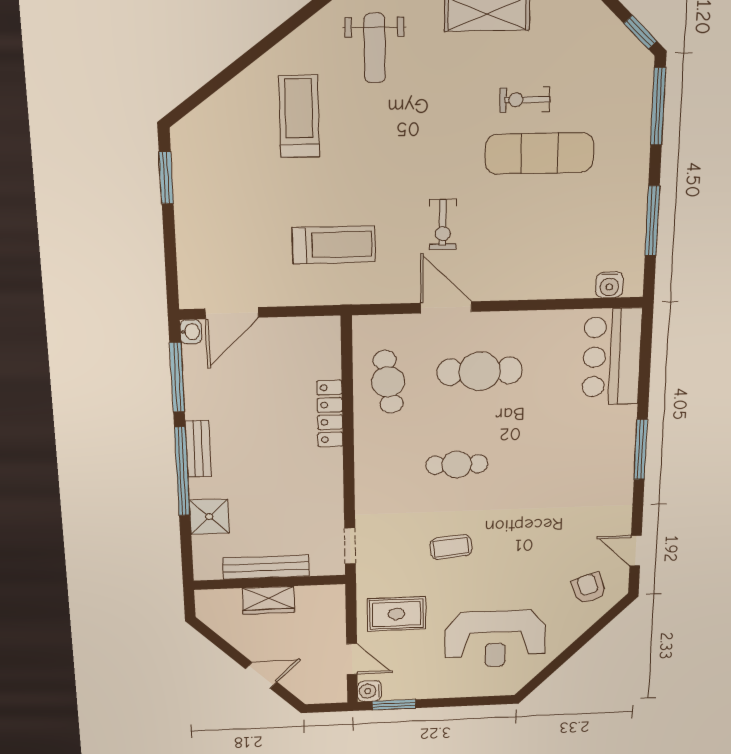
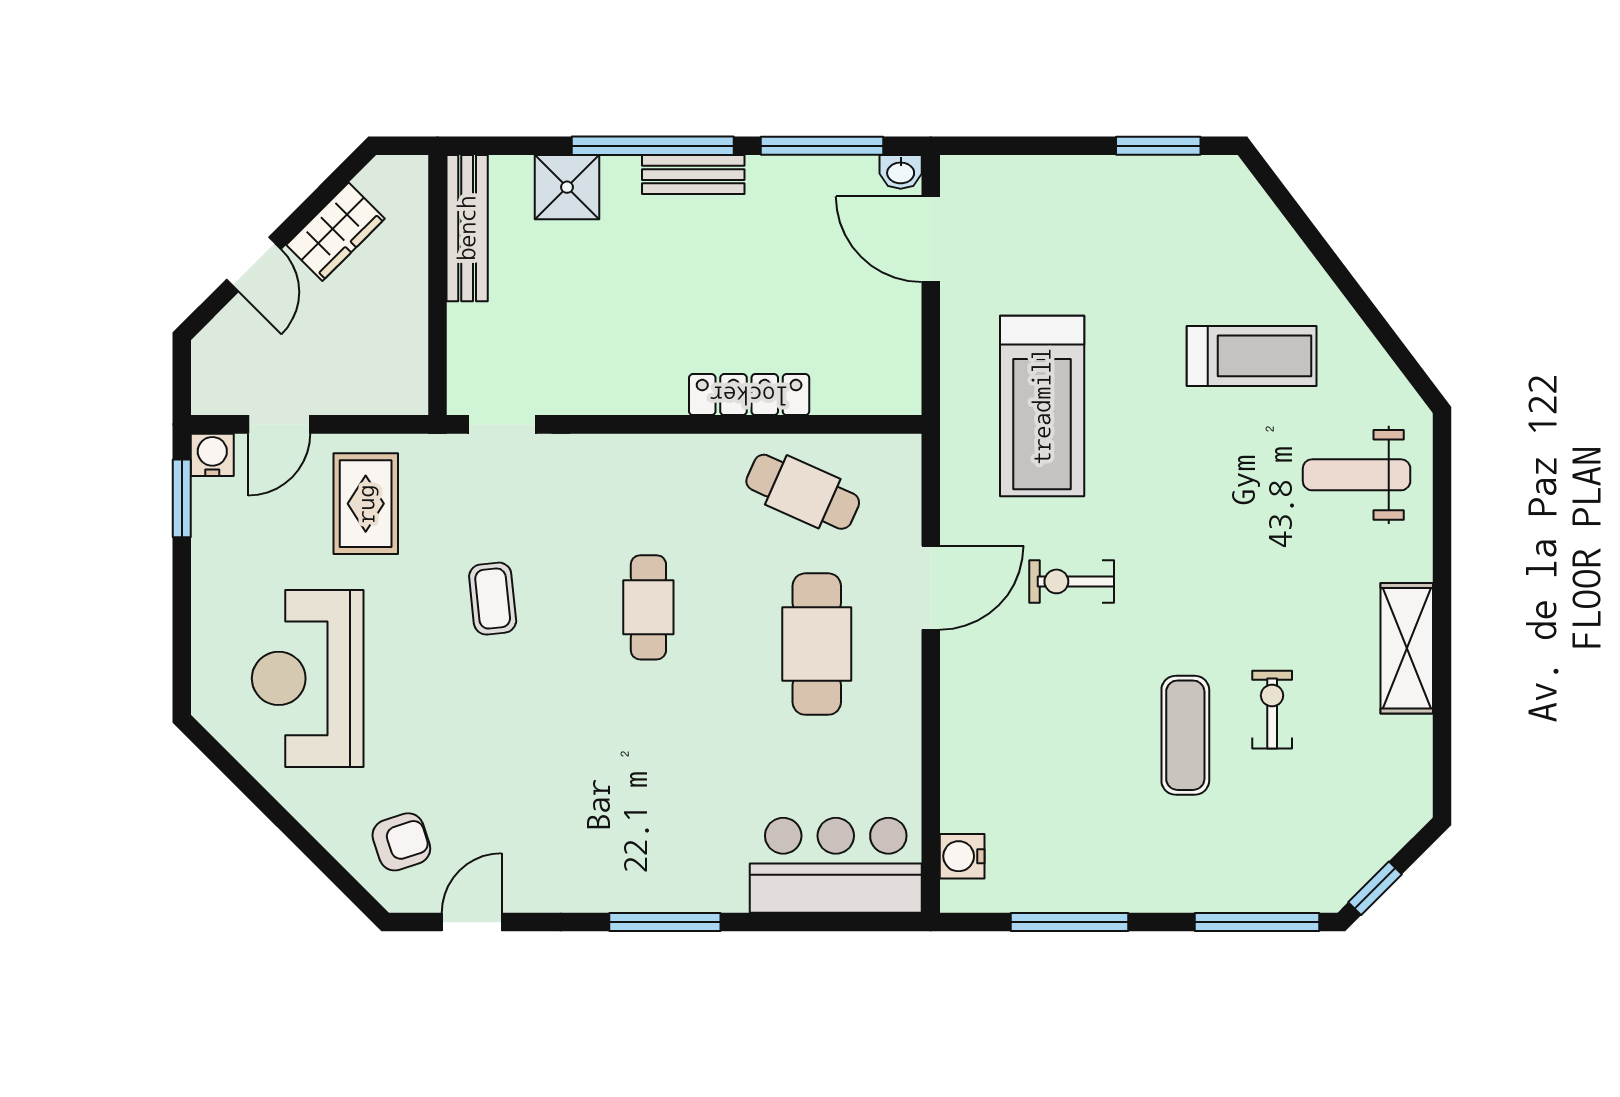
exercise mat: (540, 153) -> (1185, 735), width x0.73, depth x0.69
treadmill: (334, 245) -> (1042, 406), width x1.37, depth x1.38
cafe table: (388, 382) -> (803, 492), turned 32
bench: (266, 567) -> (467, 228), moved
wardrobe: (268, 600) -> (336, 232), moved, turned -135

